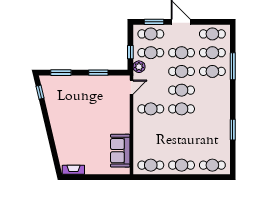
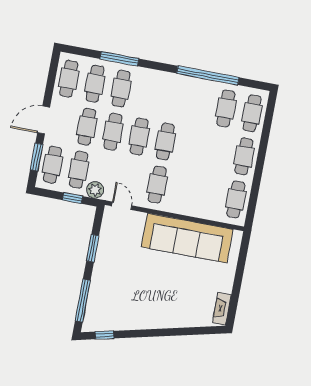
window: (61, 73) -> (83, 301), width x1.44
window: (233, 130) -> (208, 75), width x2.11
cafe table: (212, 146) -> (226, 108), added
sofa: (120, 151) -> (187, 238), width x1.85, depth x1.27

